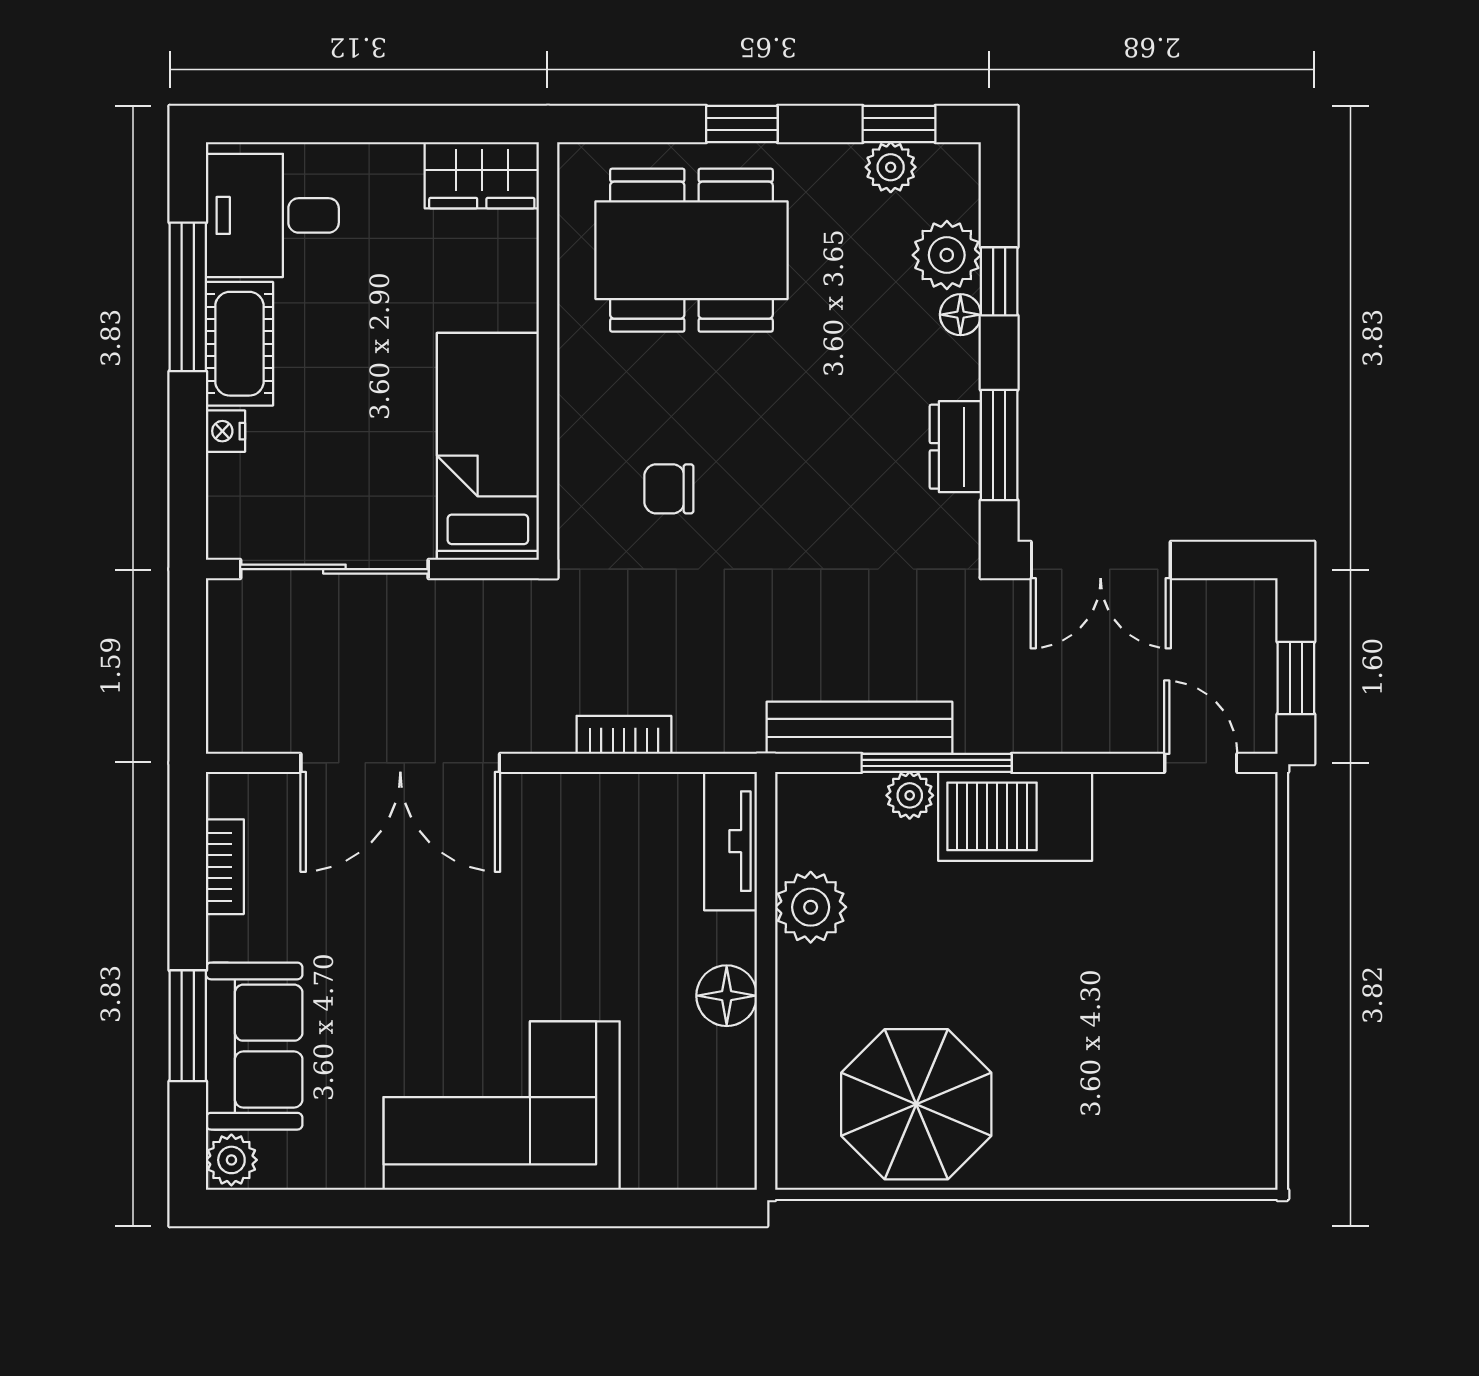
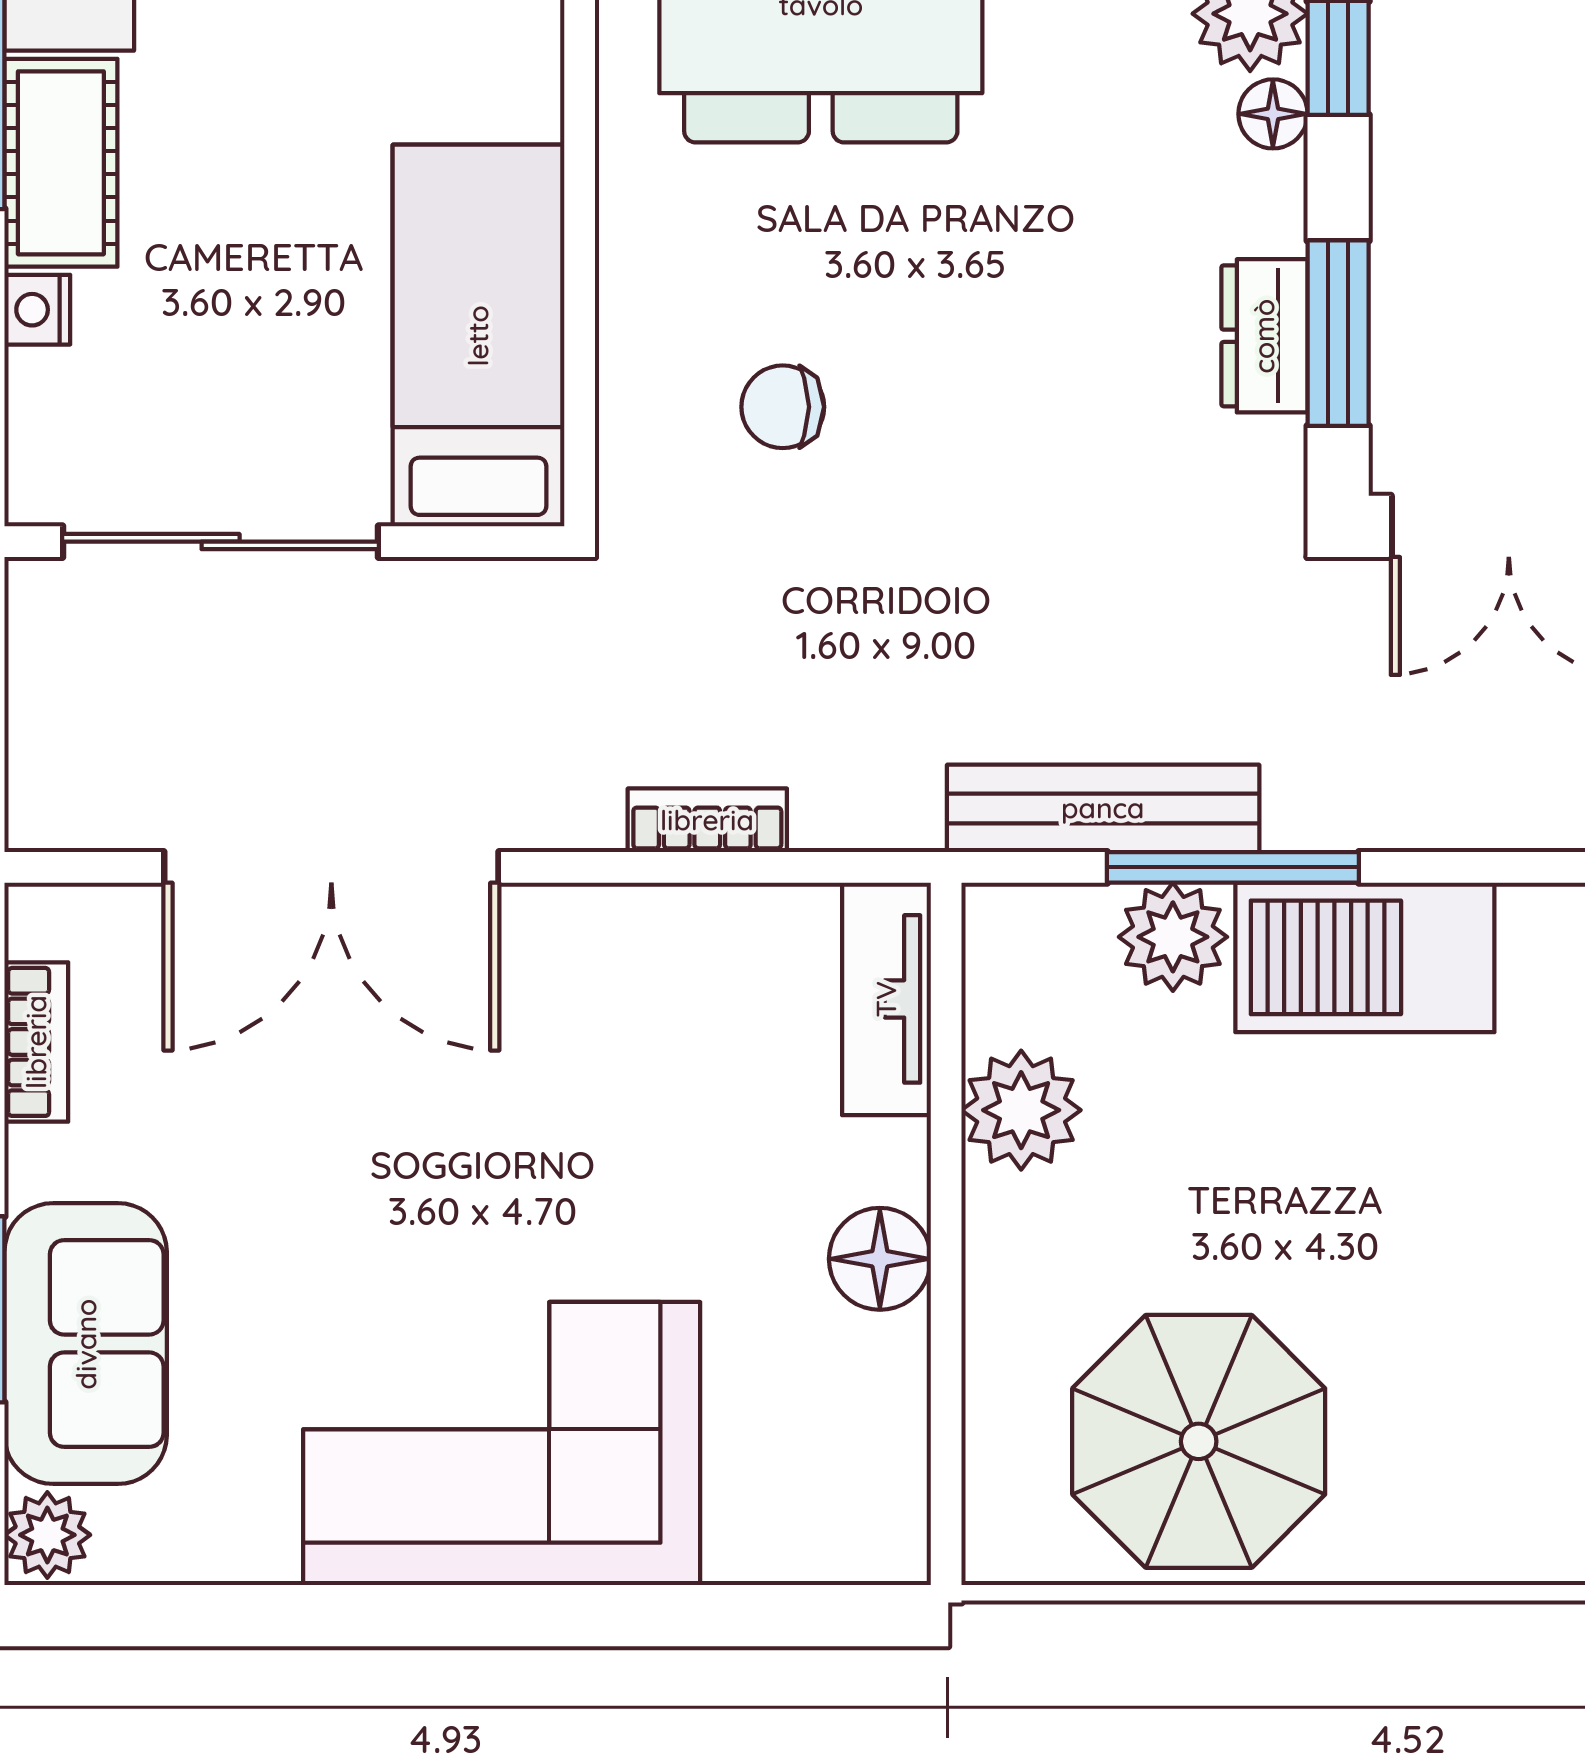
plant: (910, 795) -> (1173, 937), width x1.38, depth x1.38

